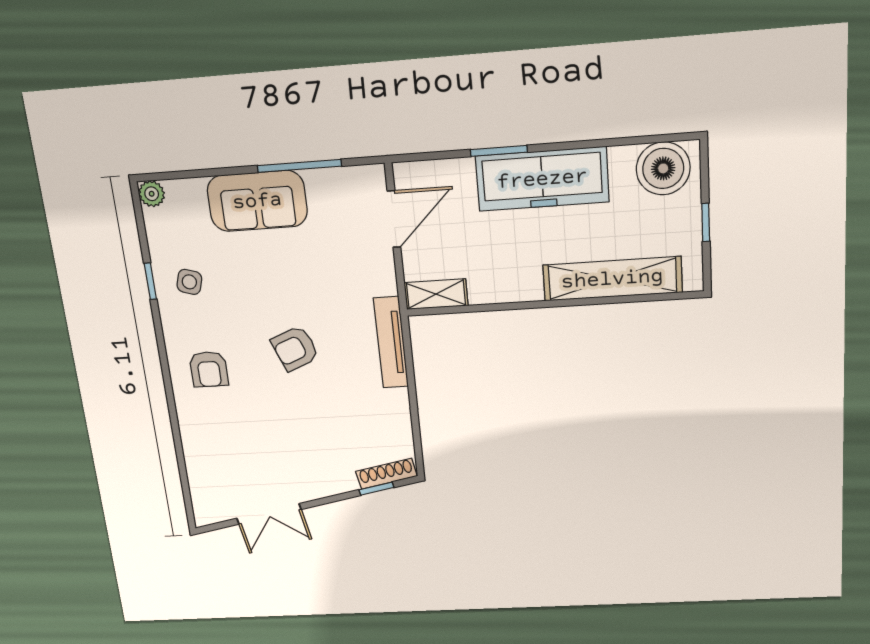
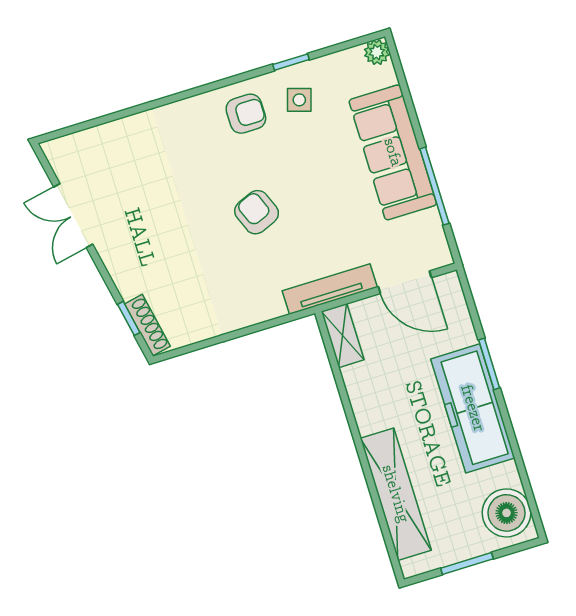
sofa: (257, 201) -> (393, 152), width x1.36
window: (706, 222) -> (467, 563), width x1.50
tv unit: (391, 342) -> (330, 289), moved
armchair: (209, 369) -> (246, 114), moved, turned 180

